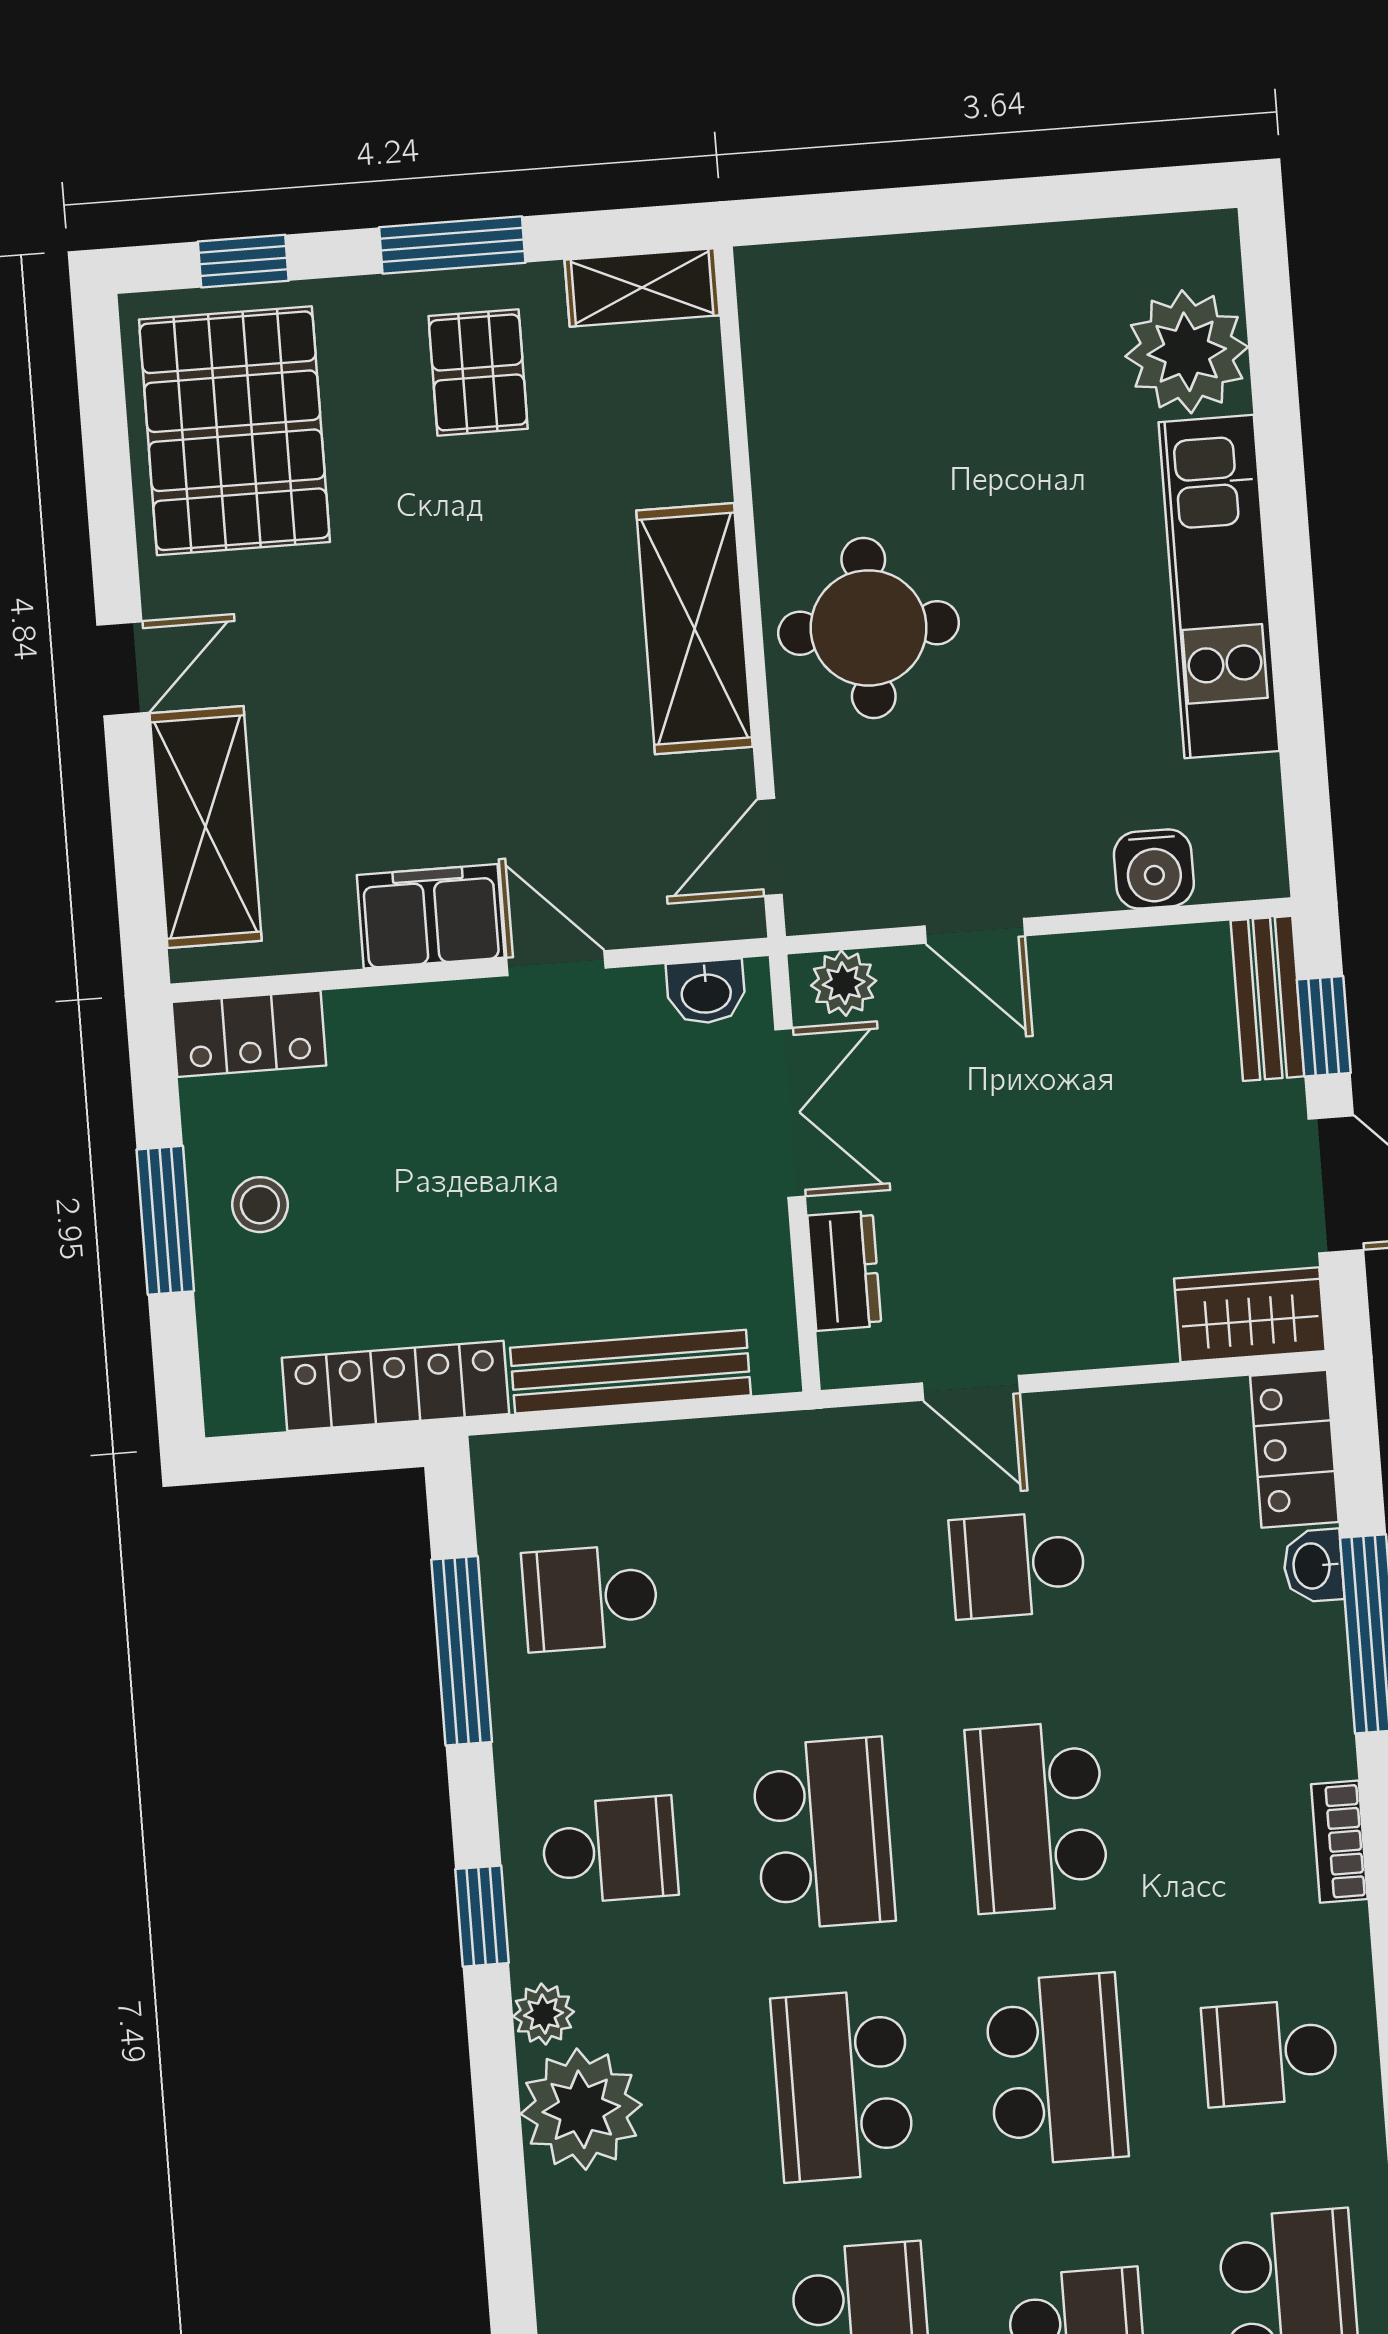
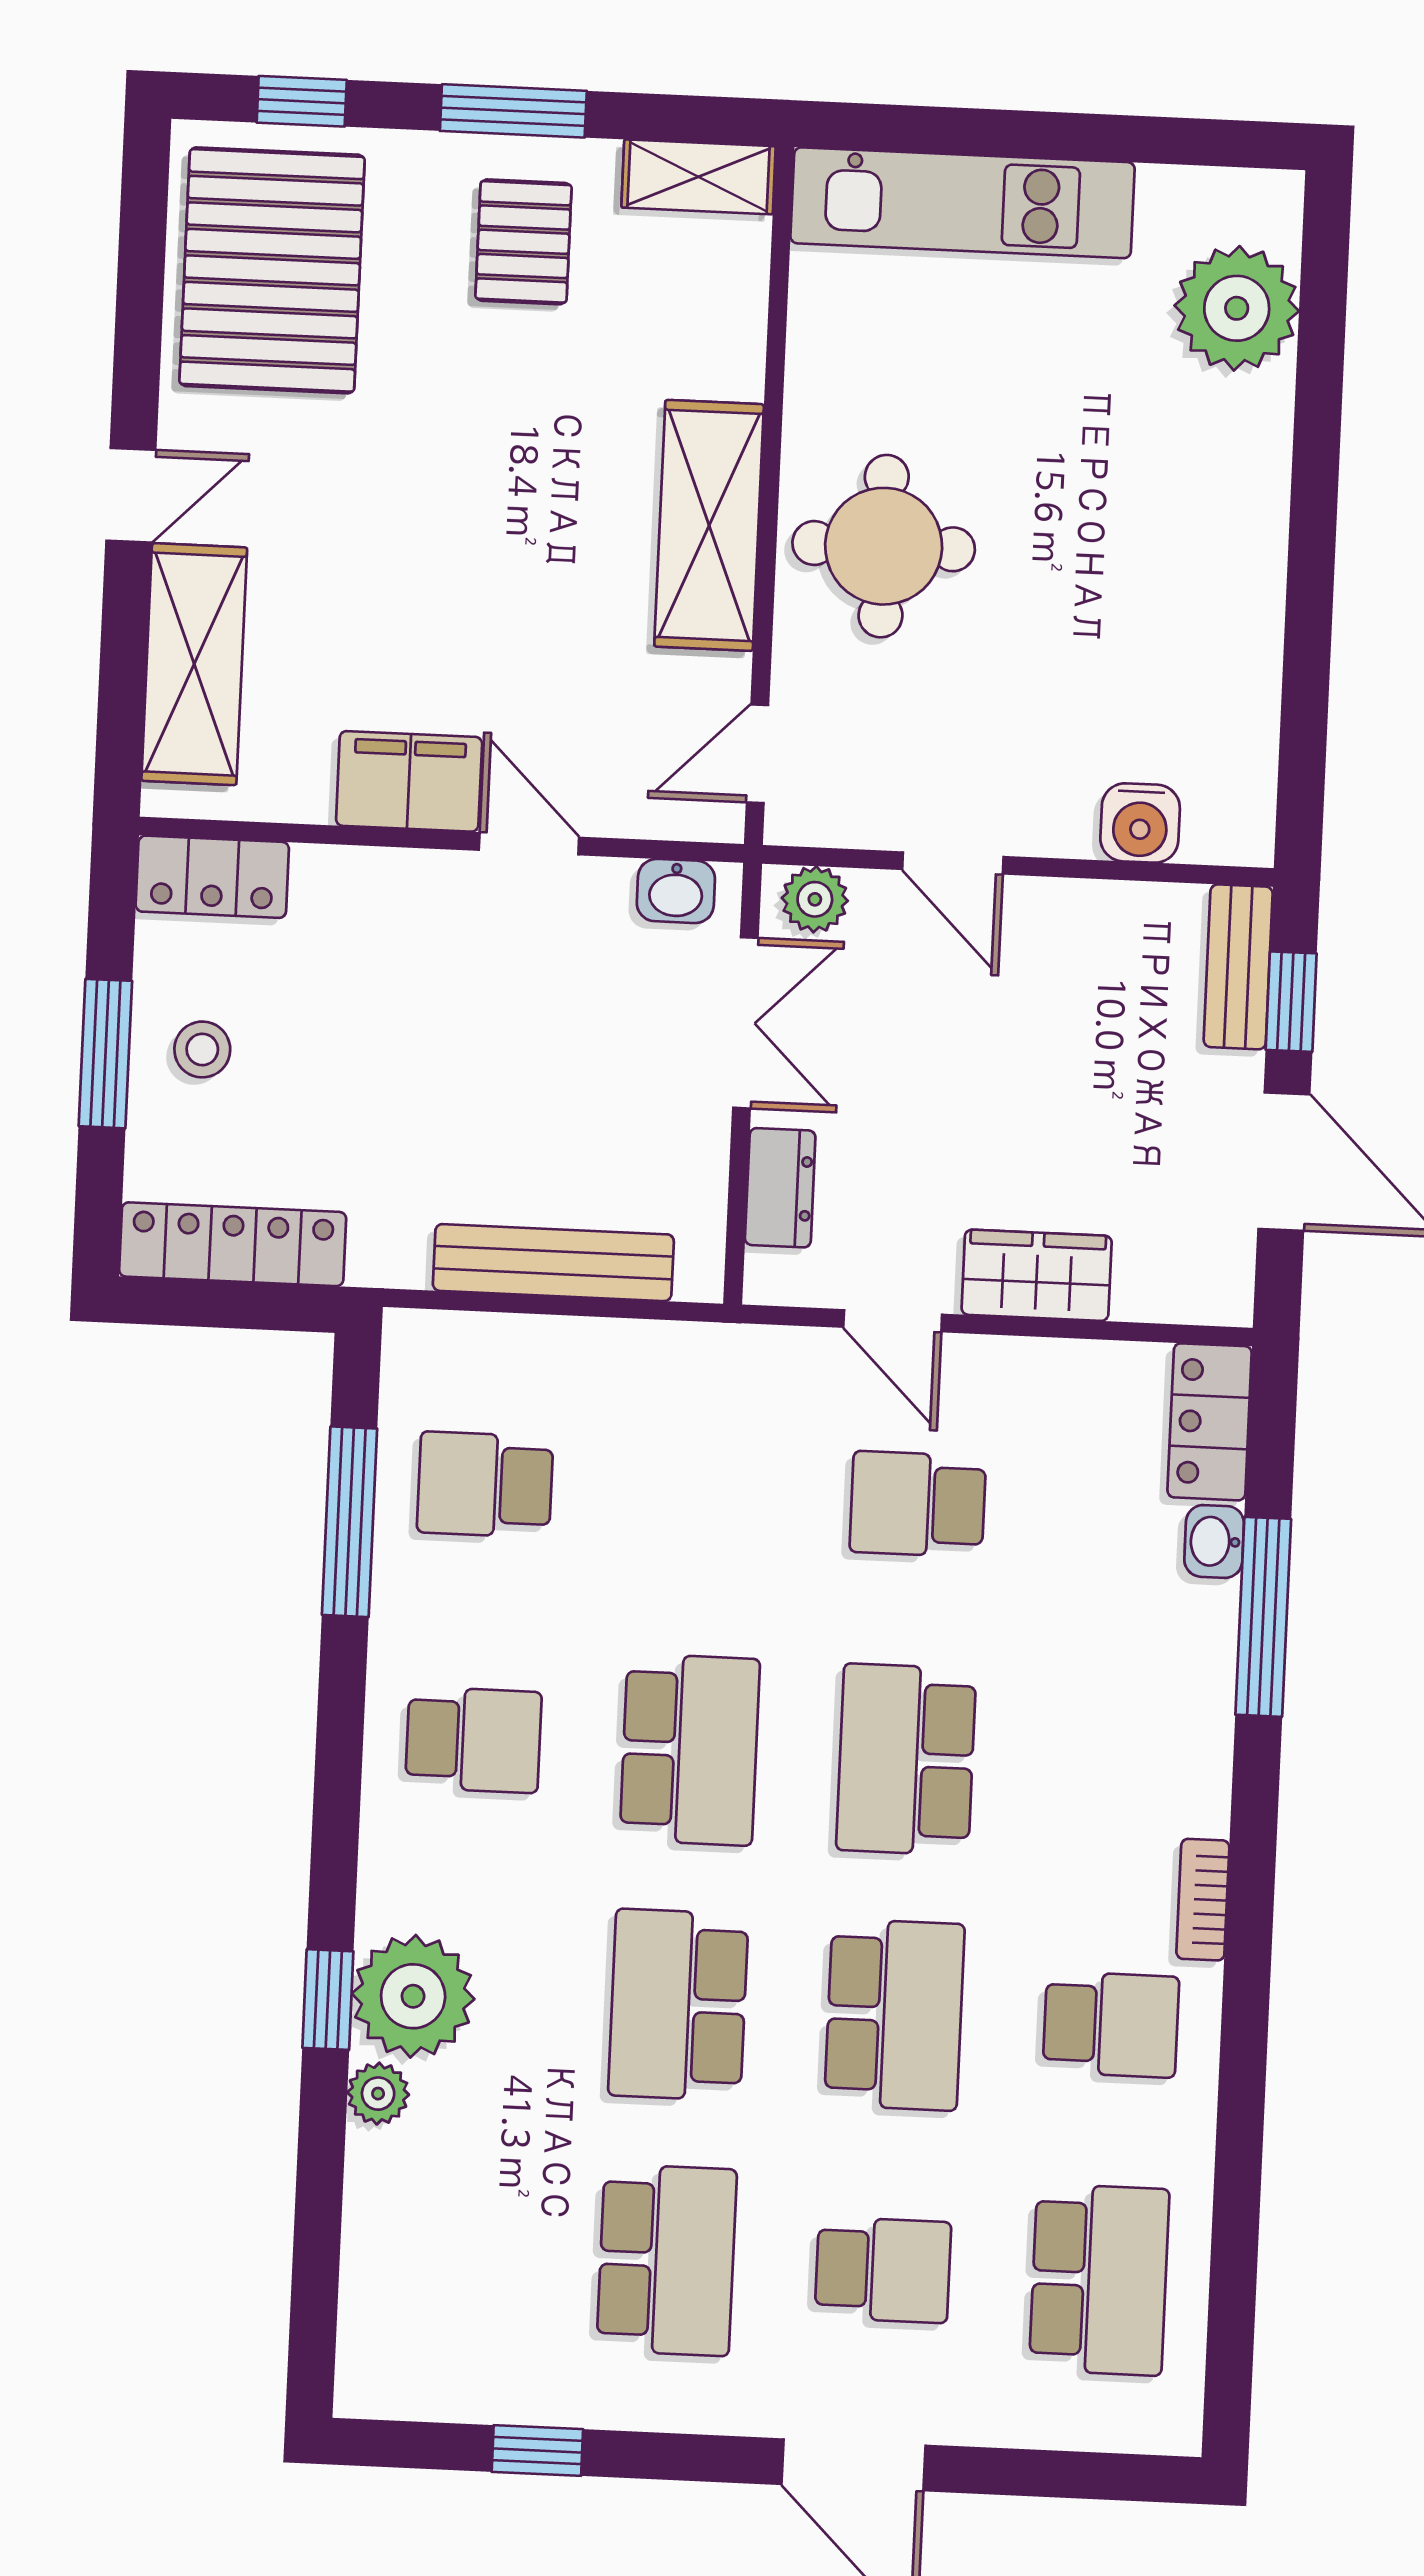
kitchen unit: (1219, 587) -> (963, 203), moved, turned -90
wardrobe: (1250, 1315) -> (1037, 1275), moved
locker: (395, 1386) -> (233, 1244), moved
bookcase: (1339, 1842) -> (1203, 1900), moved
window: (482, 1916) -> (328, 2000), moved
plant: (544, 2014) -> (378, 2094), moved
school desk: (1270, 2053) -> (1111, 2024), turned 180

